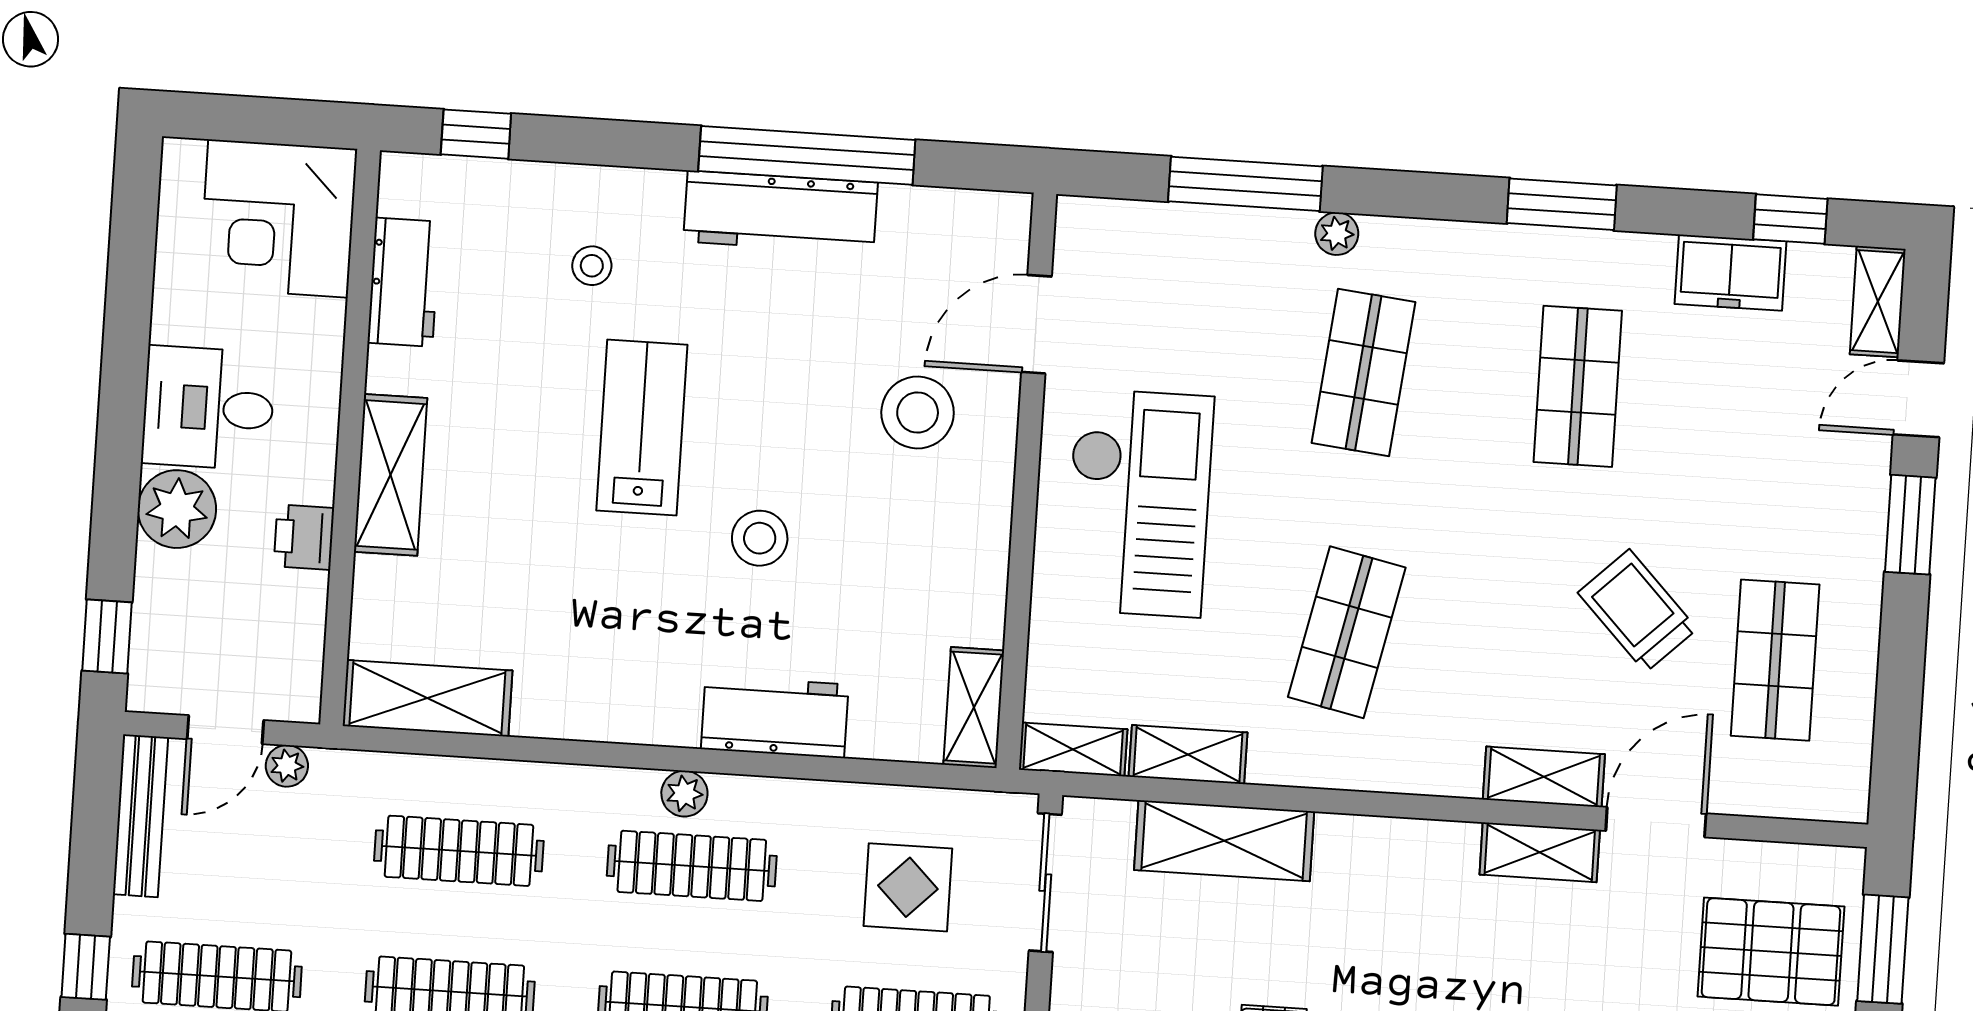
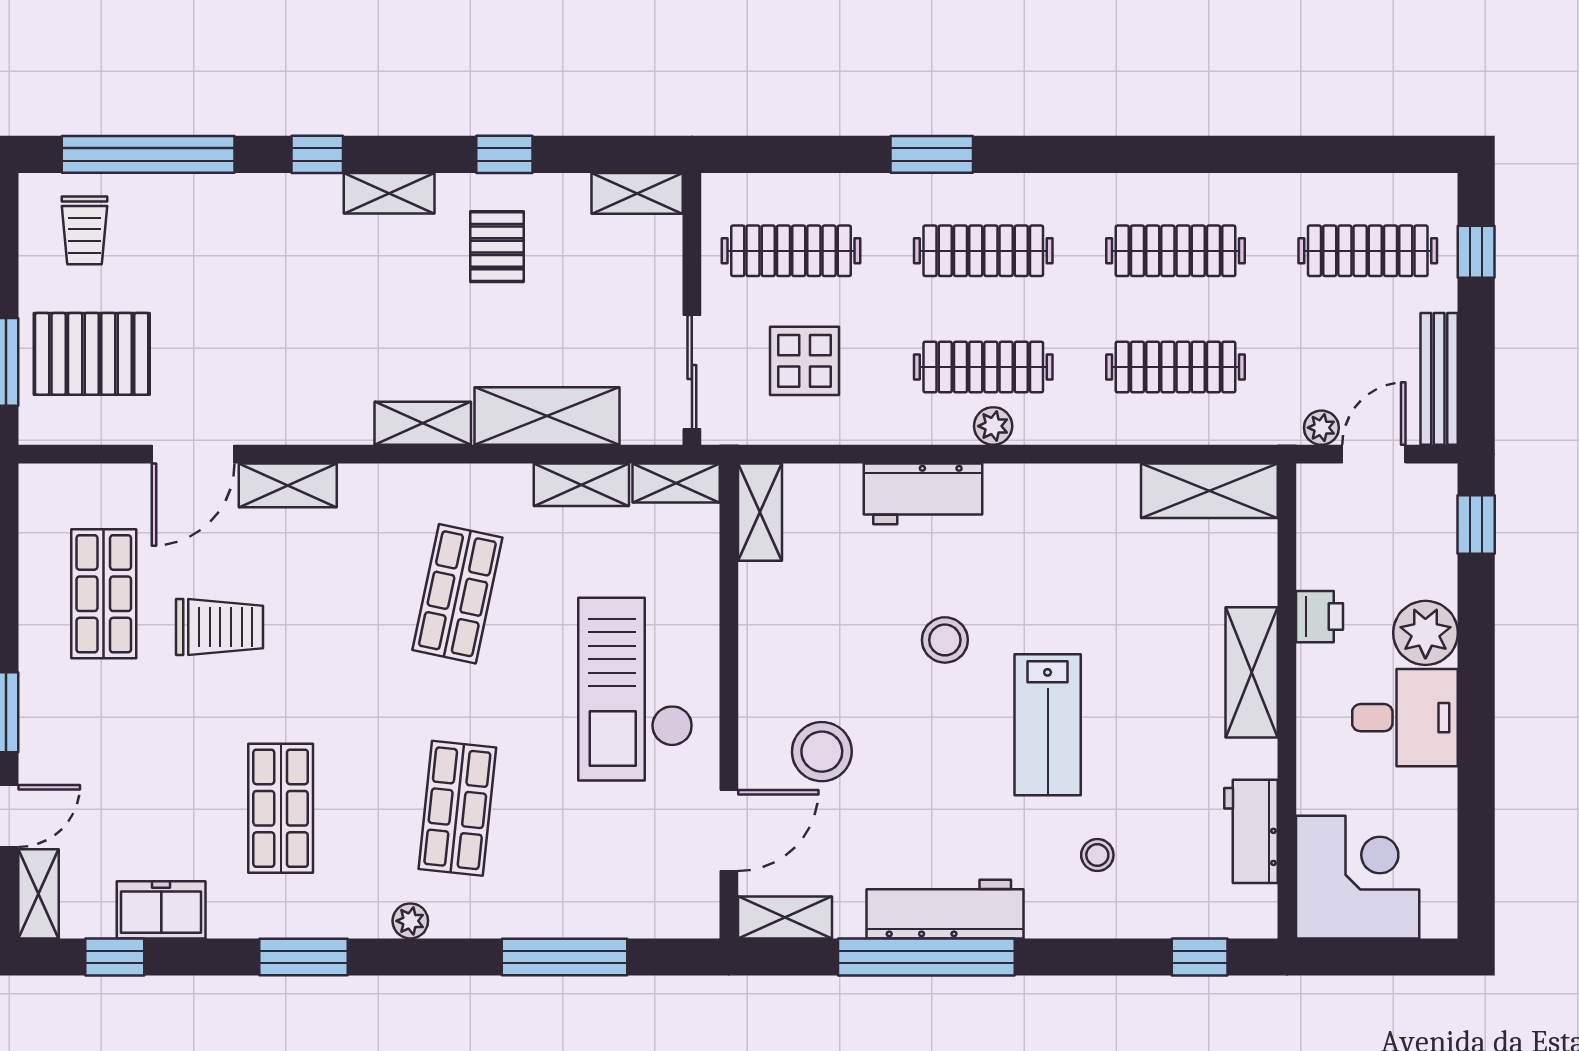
shelving: (975, 214) -> (785, 917), added
plant: (1337, 234) -> (410, 921), moved
trolley: (1637, 611) -> (220, 627), turned -46
shelving: (1540, 852) -> (423, 423), moved

